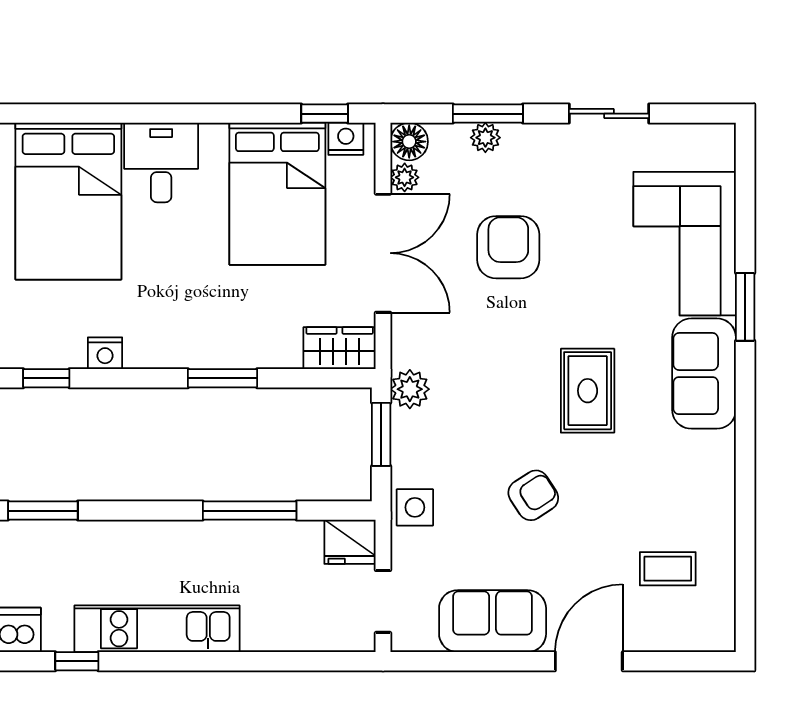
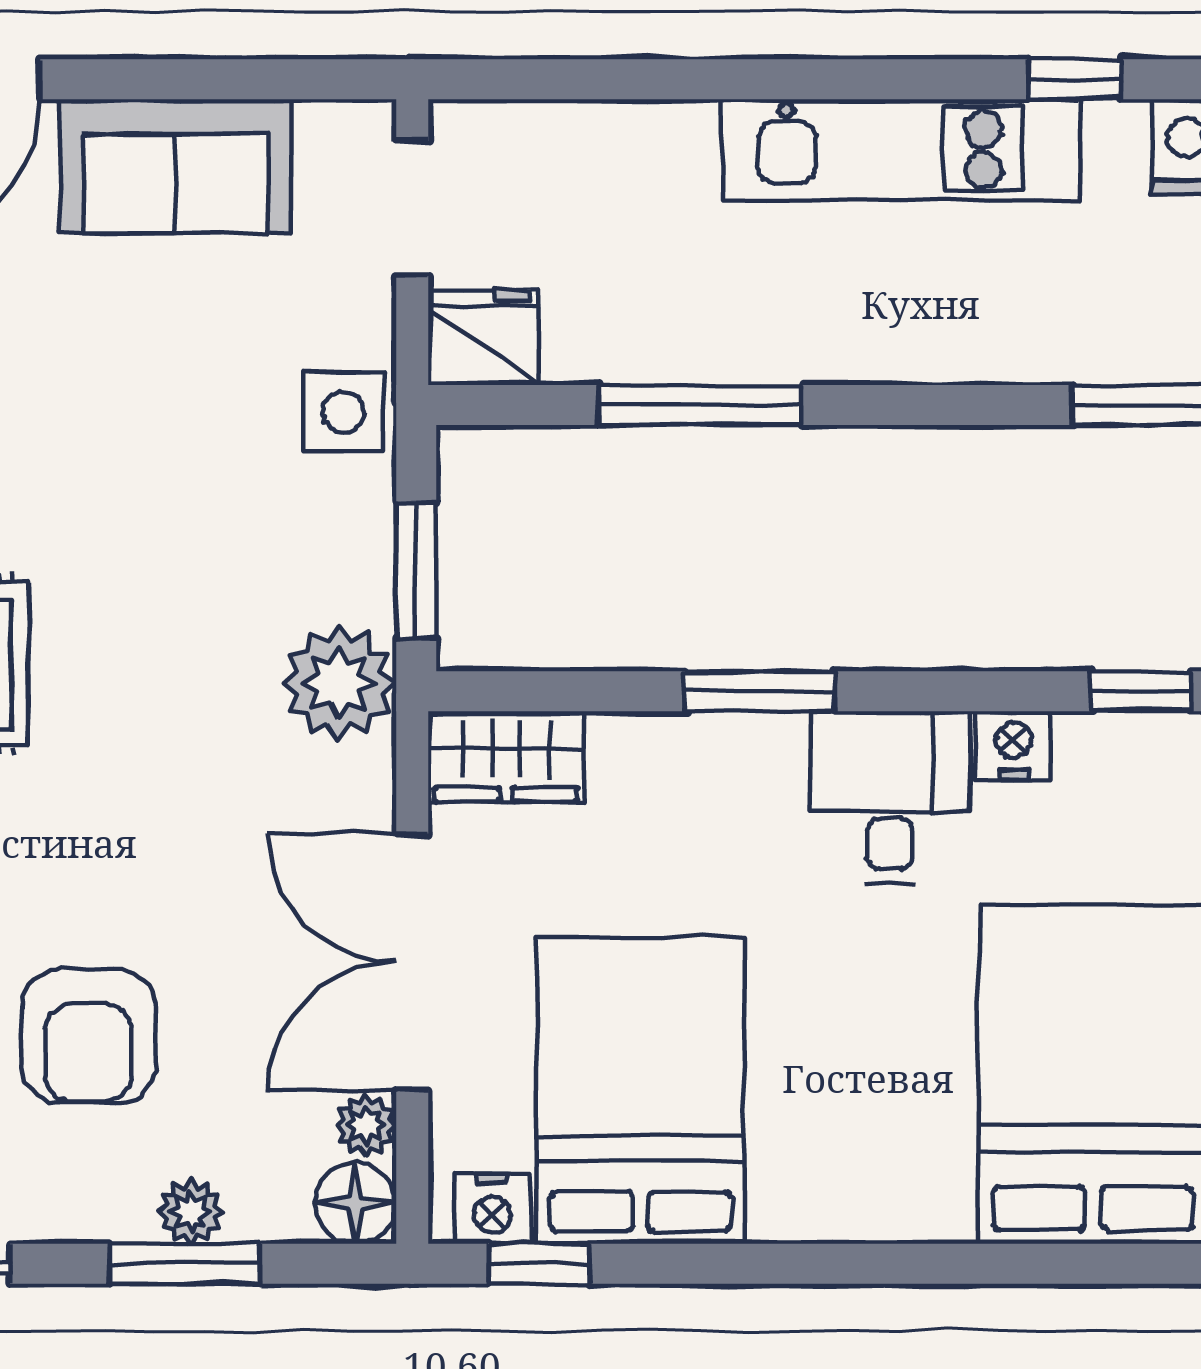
desk: (161, 163) -> (890, 797), moved, turned 180
armchair: (508, 247) -> (89, 1036), moved
plant: (410, 389) -> (339, 683), width x1.36, depth x1.36
armchair: (533, 495) -> (87, 438), removed

